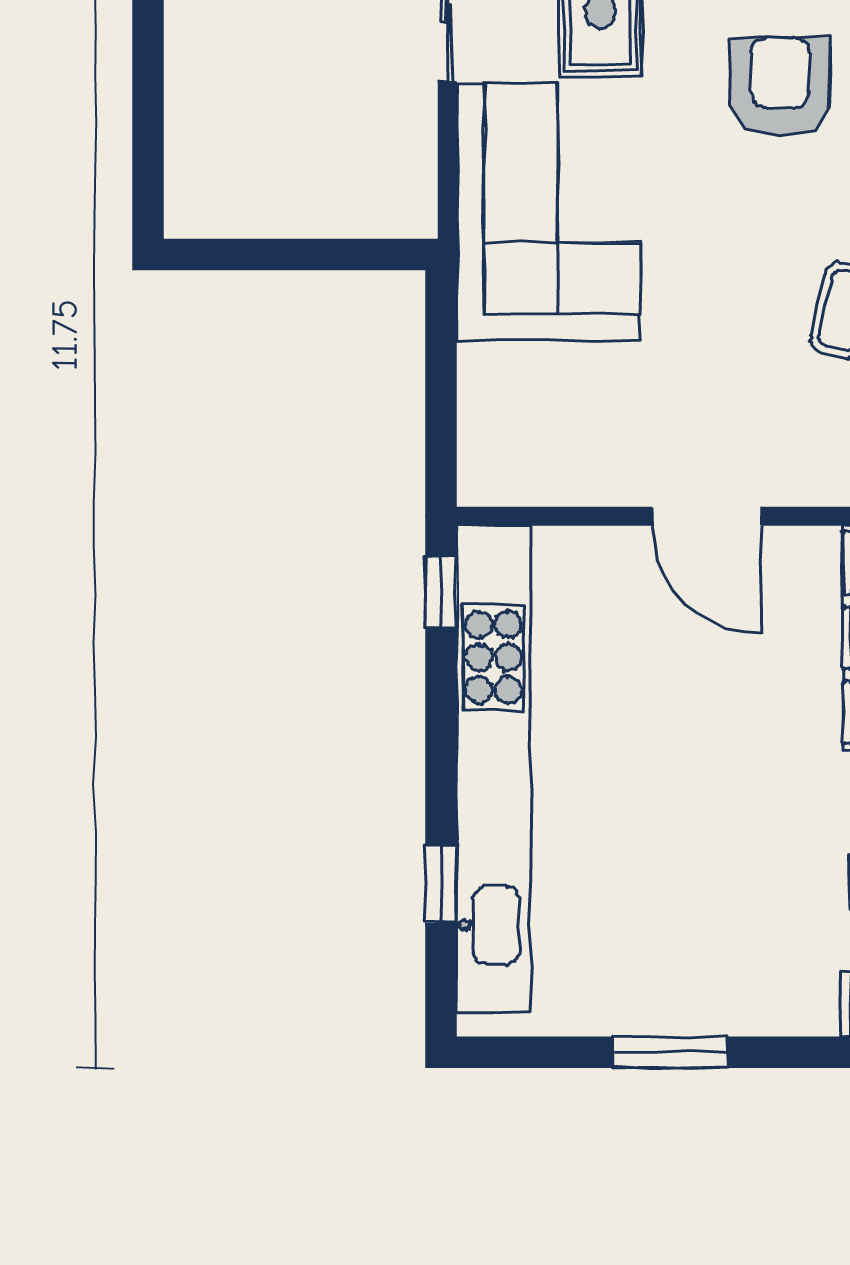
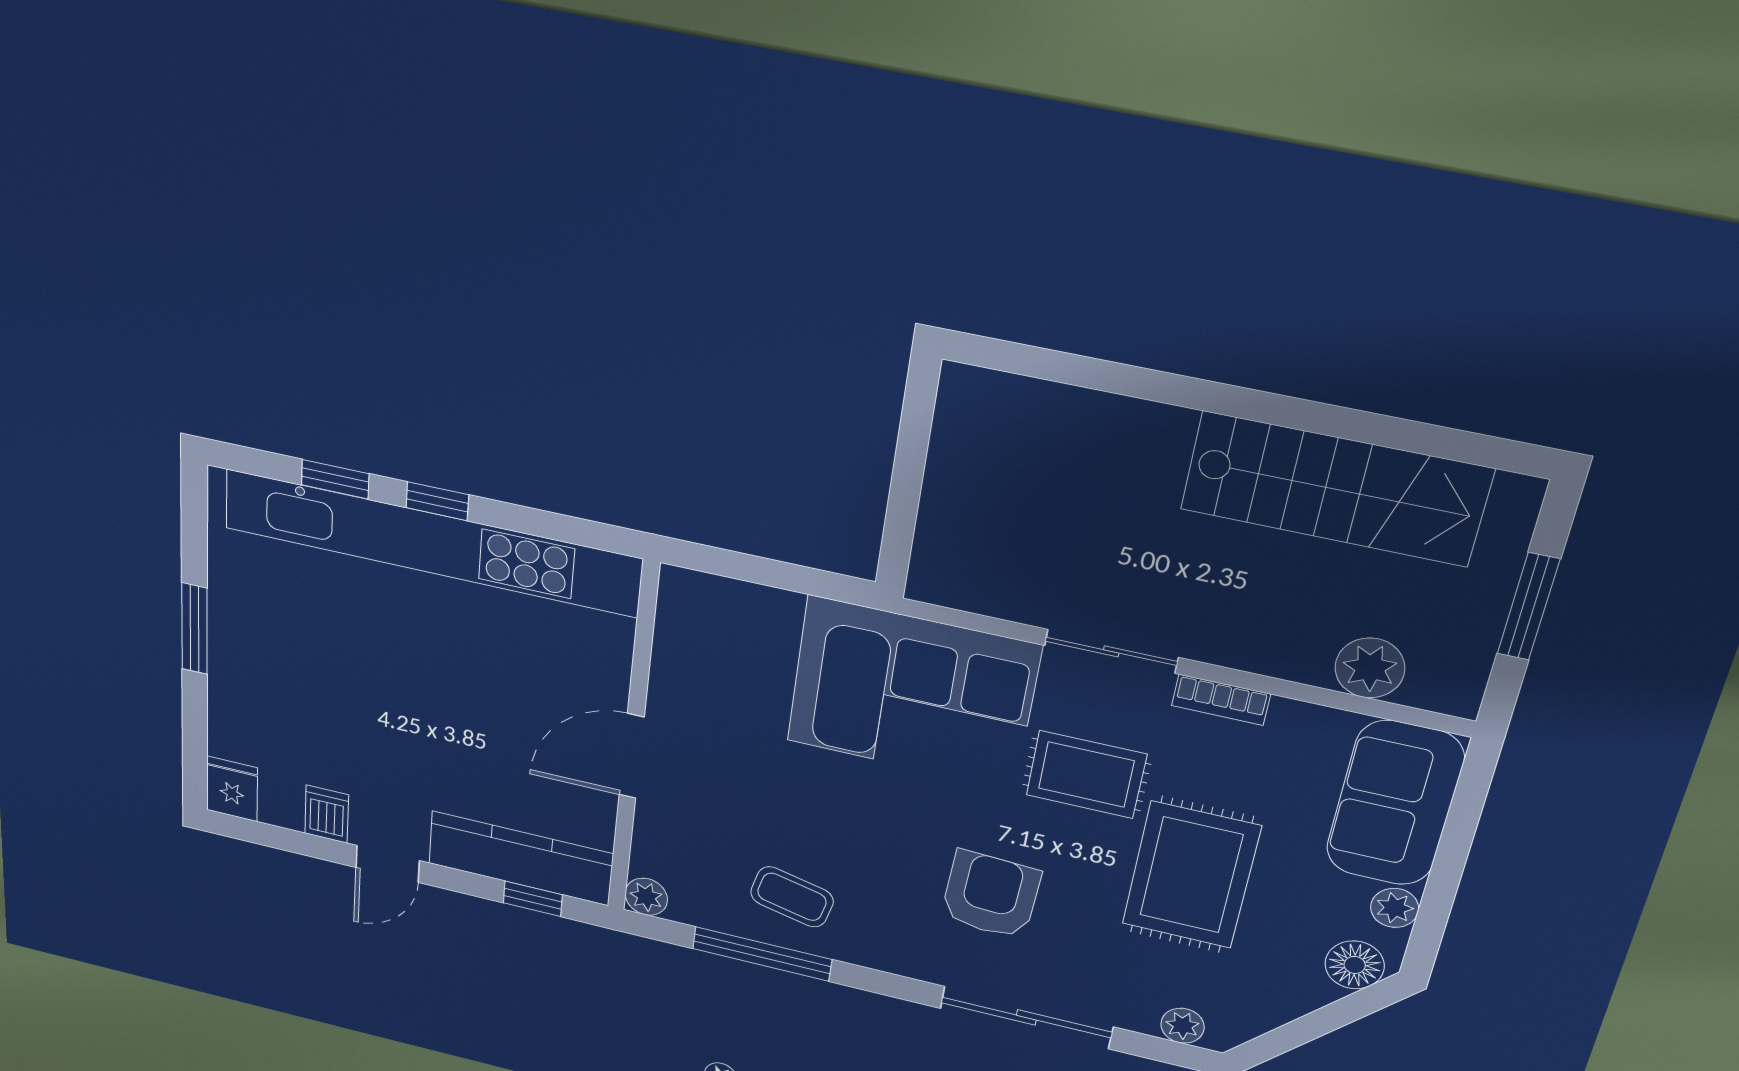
armchair: (780, 87) -> (991, 895), turned -87
window: (441, 592) -> (437, 501), moved

